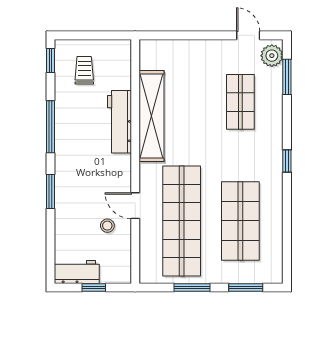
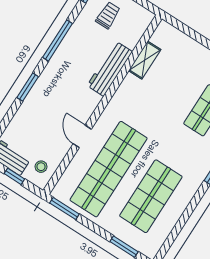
shelving: (152, 116) -> (145, 60), width x0.45, depth x0.75
stool: (107, 226) -> (41, 167), moved
window: (192, 287) -> (64, 208), moved

